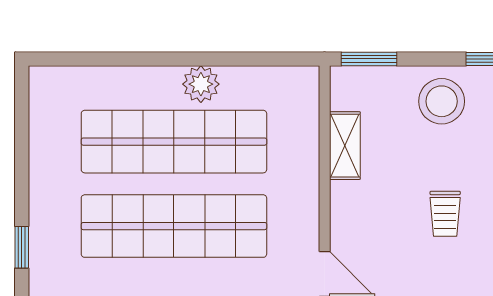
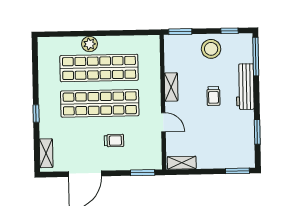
plant: (201, 84) -> (90, 44), moved
shelving: (345, 146) -> (171, 87), moved

